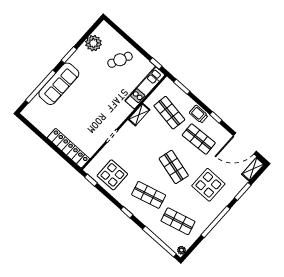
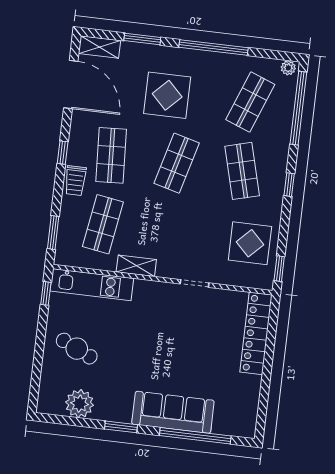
shop shelf: (178, 221) -> (250, 102), turned 36

